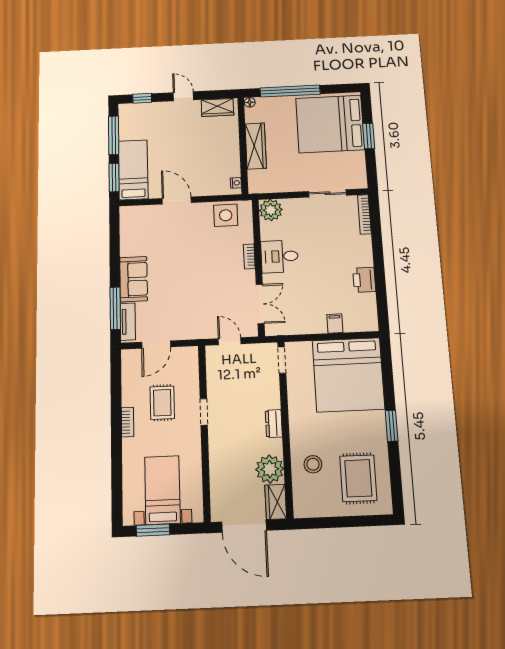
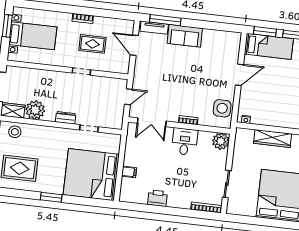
window: (369, 136) -> (266, 222), removed
doorway: (282, 360) -> (89, 128), moved
stool: (313, 464) -> (15, 132), moved

